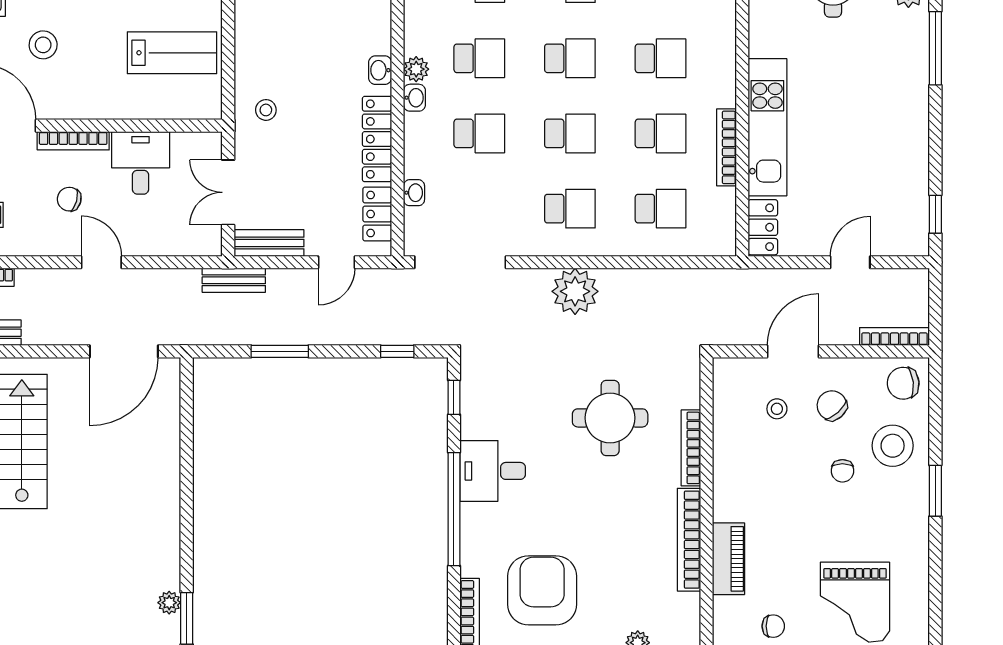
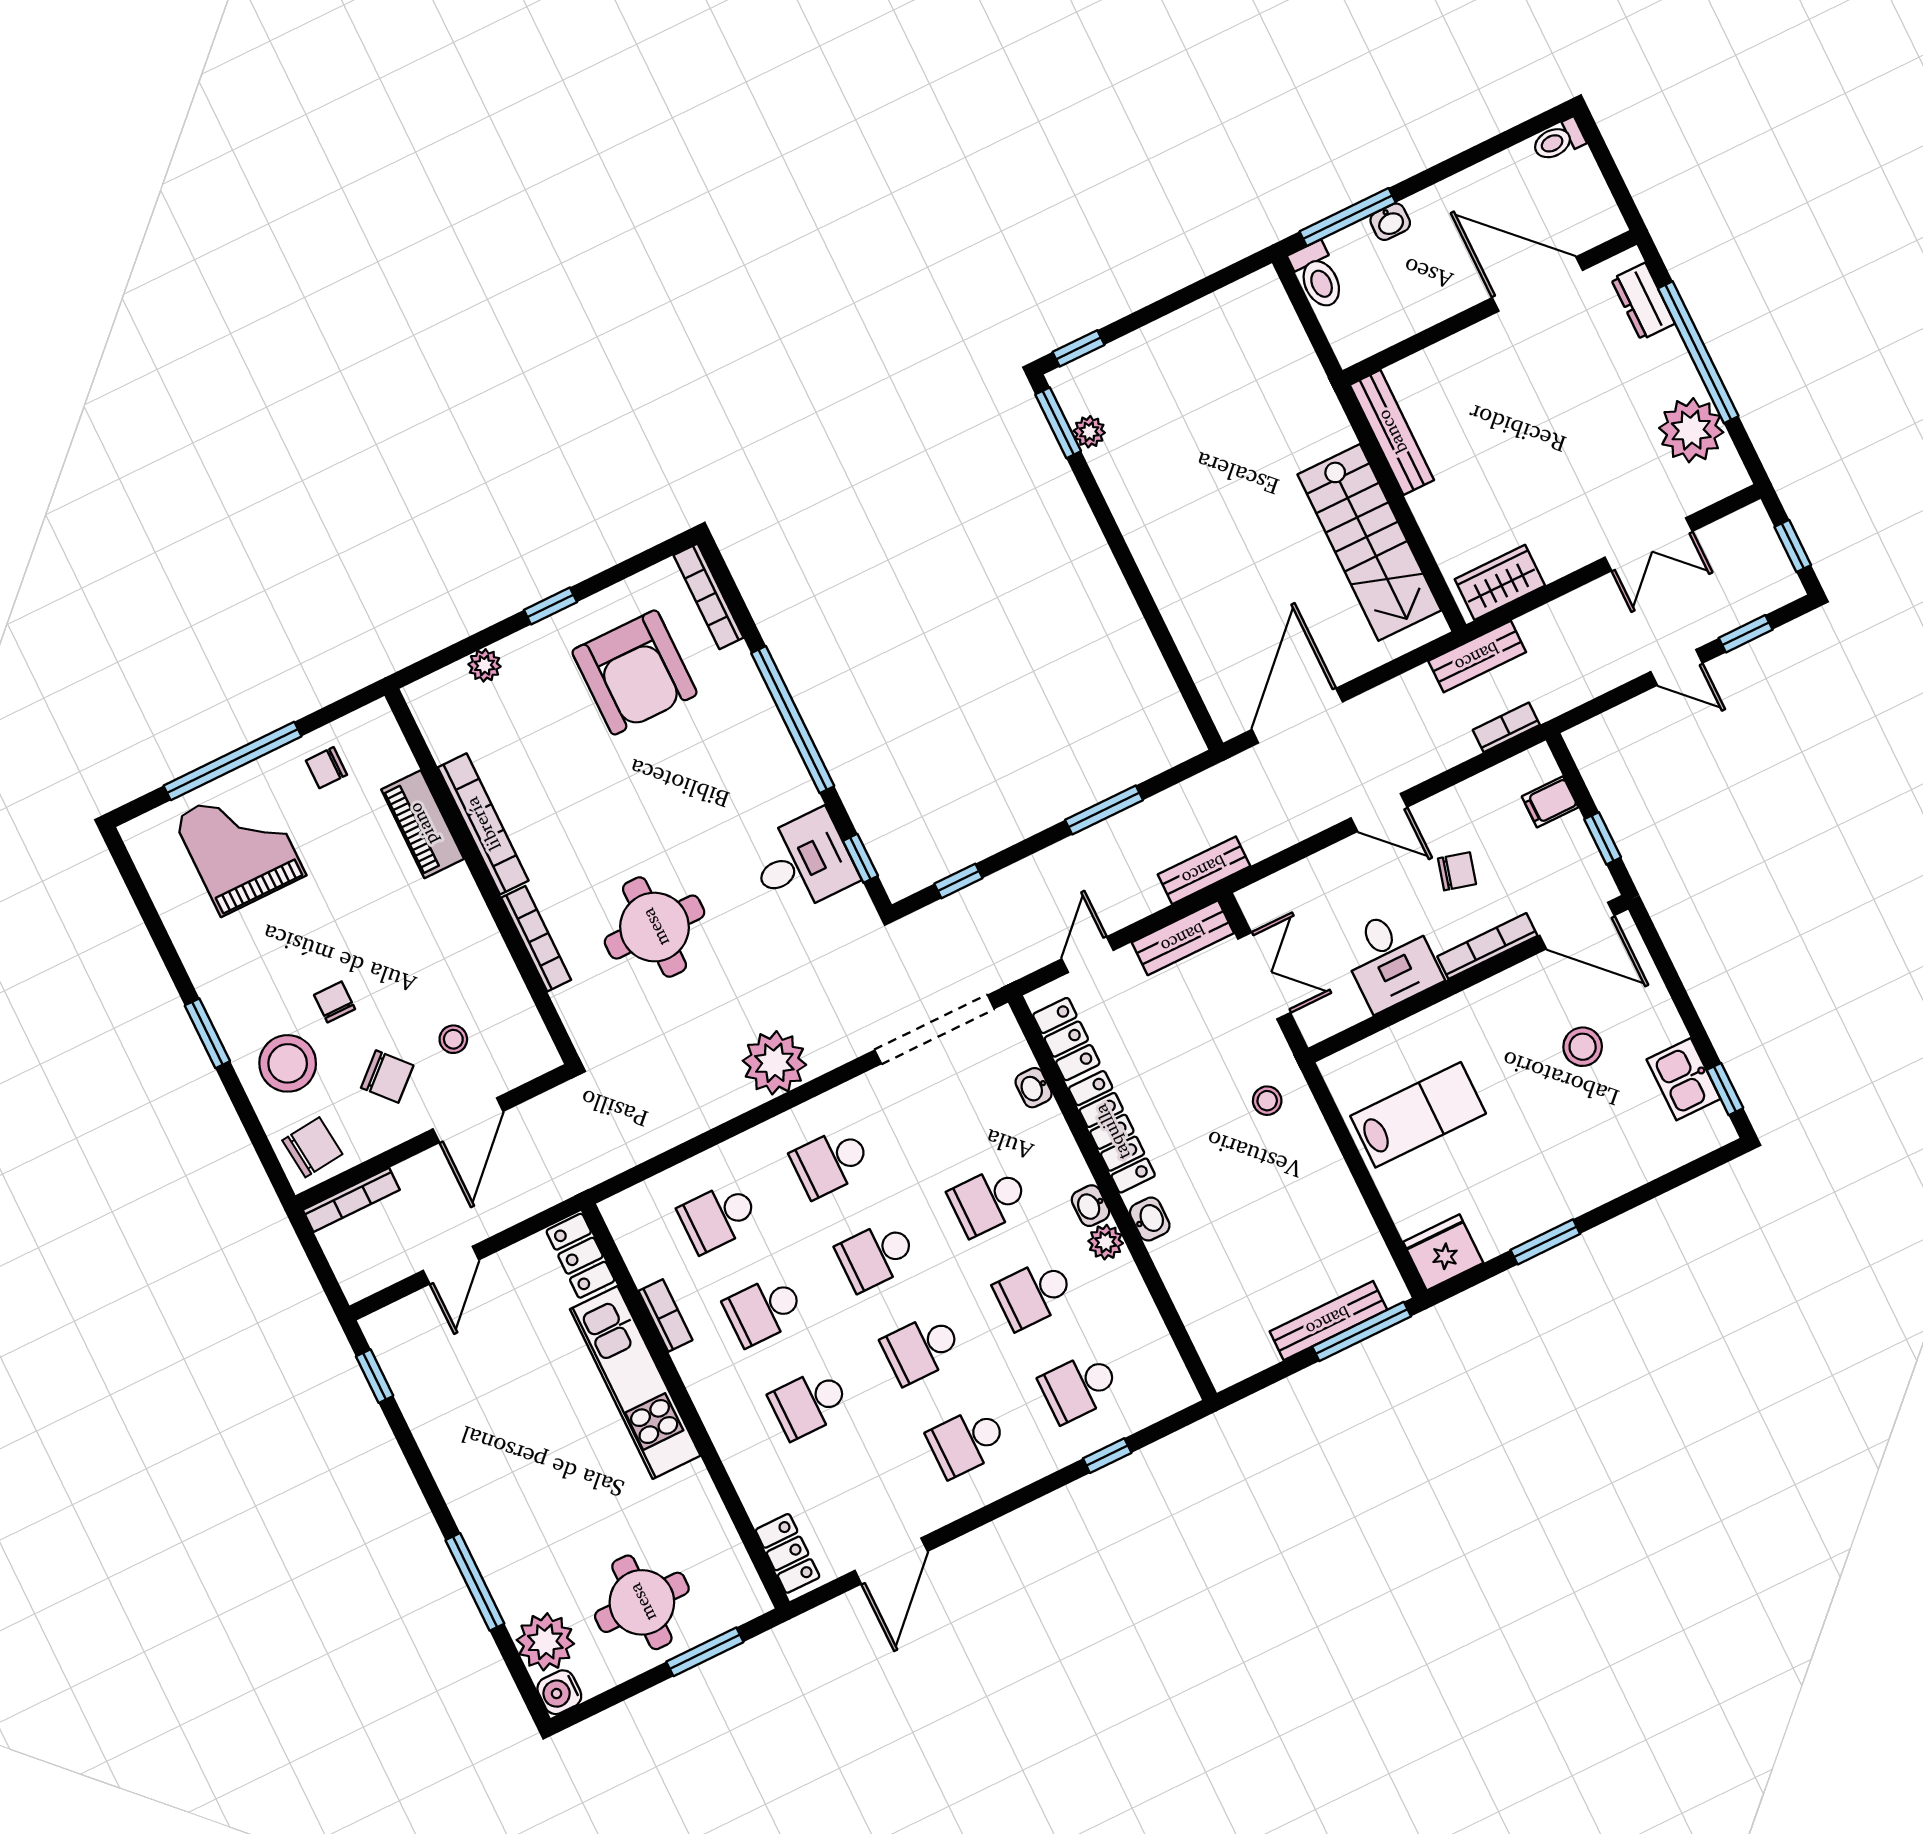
lab bench: (172, 53) -> (1418, 1115), turned 180
bookcase: (726, 147) -> (665, 1315), width x0.64
desk: (493, 471) -> (803, 862), moved

